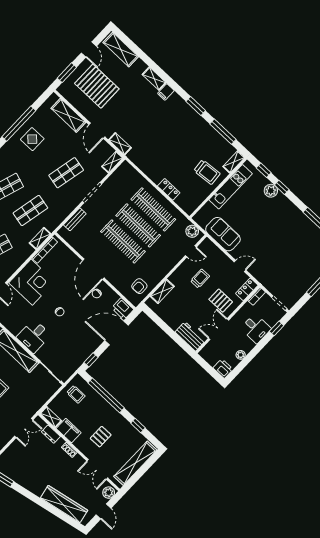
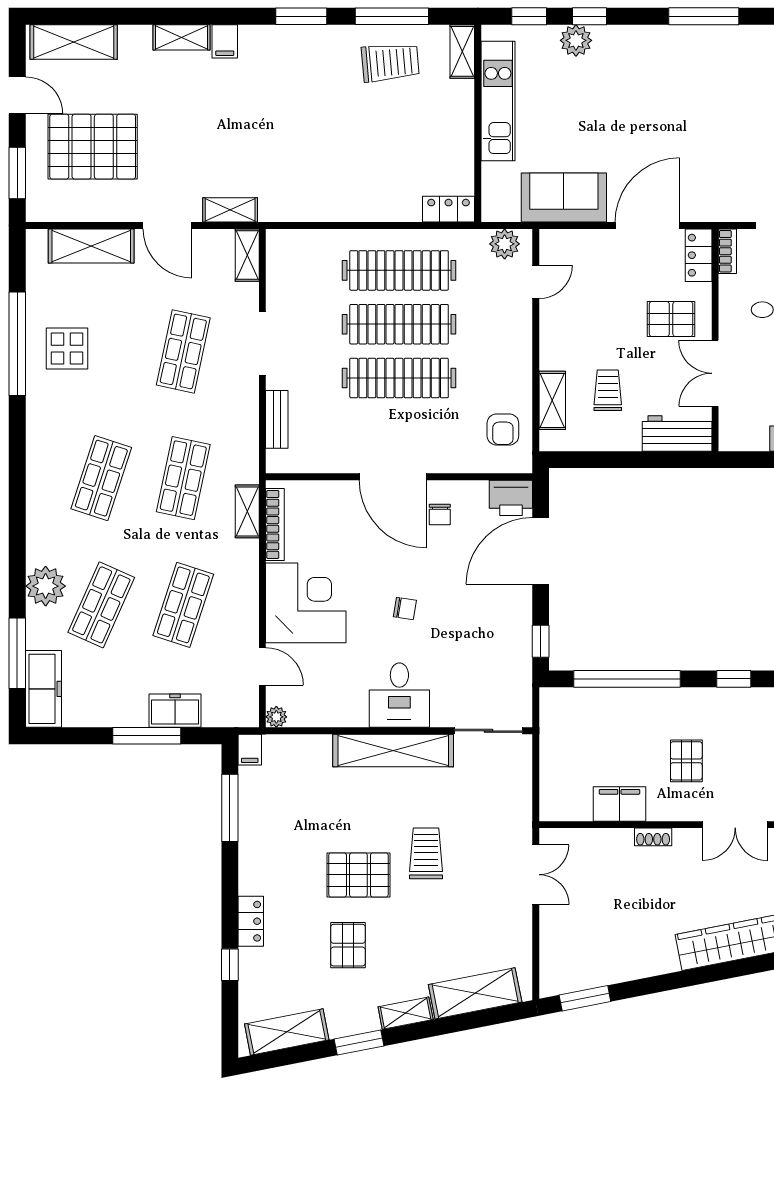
trolley: (207, 172) -> (390, 62), moved
locker: (169, 189) -> (449, 209), moved
door: (240, 266) -> (647, 226), width x1.88
trolley: (200, 279) -> (608, 390), moved
trolley: (76, 394) -> (572, 727), removed
shelving: (51, 417) -> (565, 810), removed
dresser: (51, 434) -> (594, 840), removed

